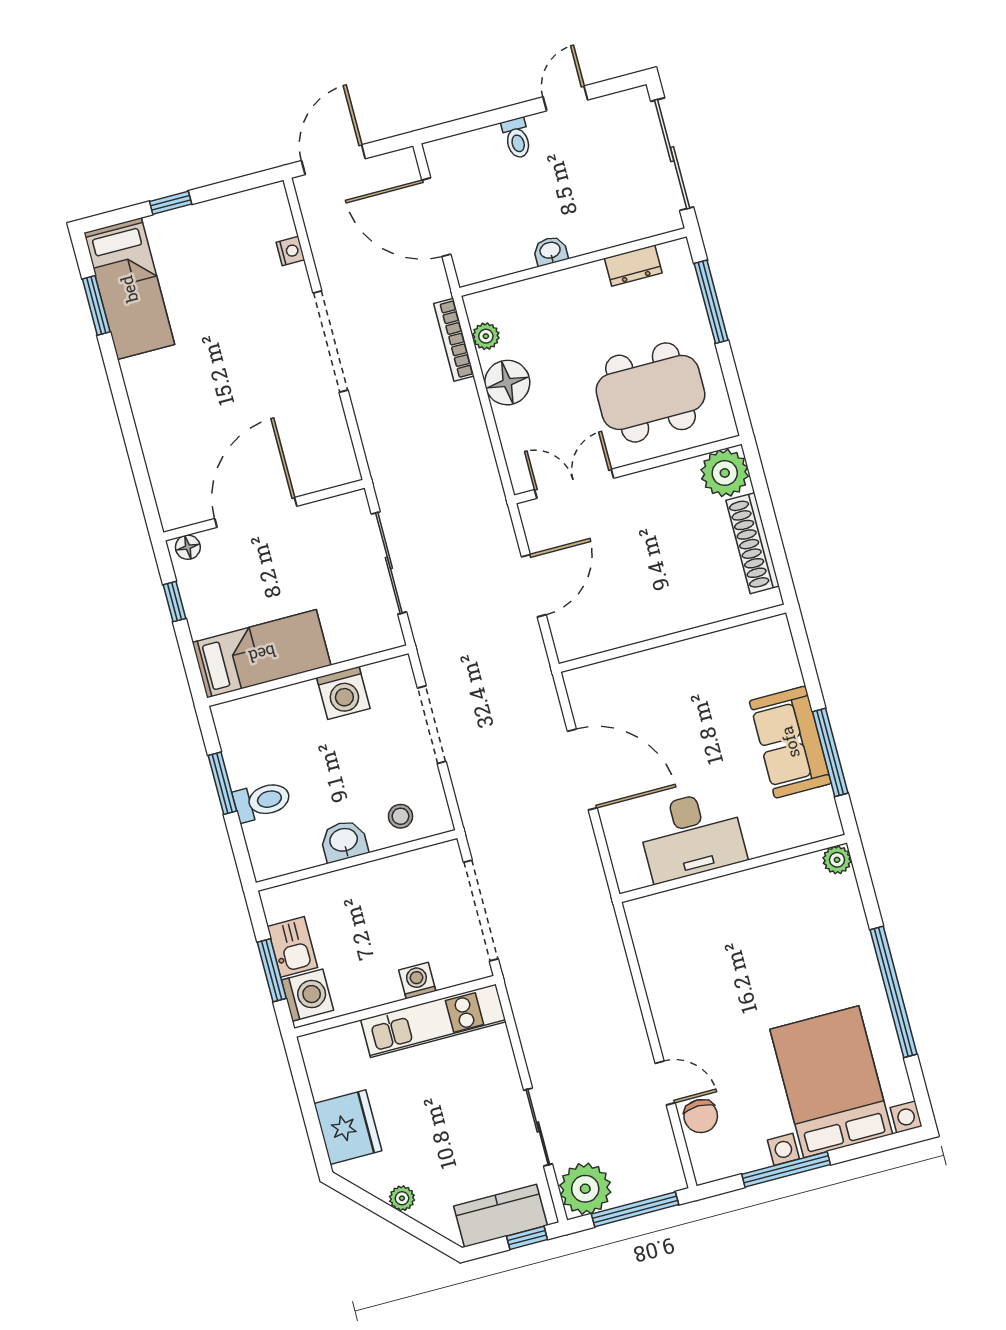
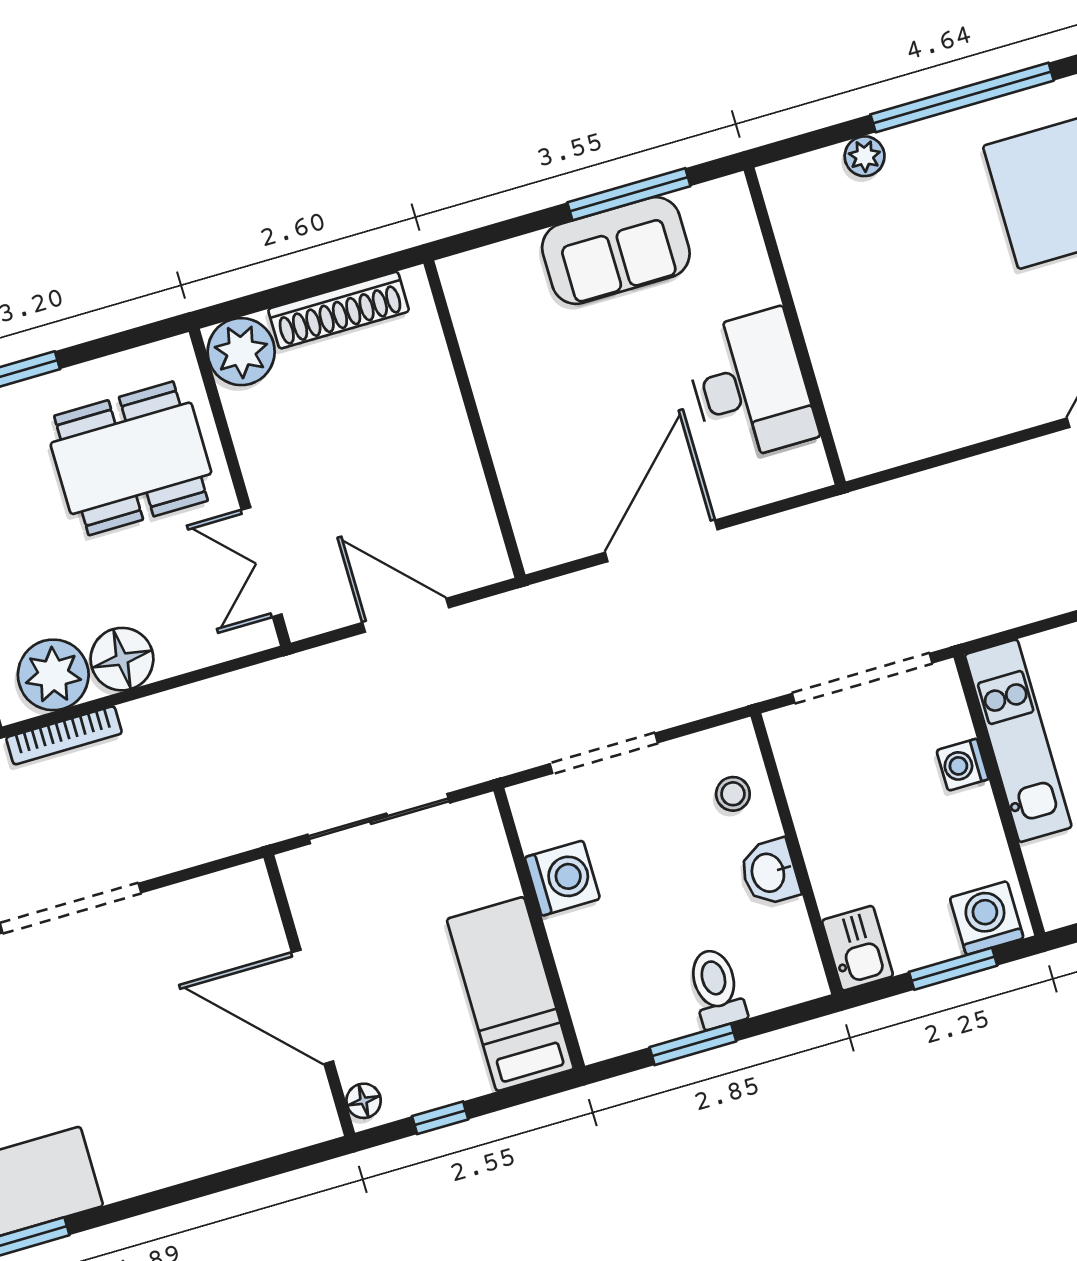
plant: (486, 336) -> (53, 675), width x1.87, depth x1.87
dining table: (650, 392) -> (131, 458), turned 90
plant: (837, 860) -> (865, 156), moved
kitchen sink: (292, 947) -> (858, 948), moved, turned 90

